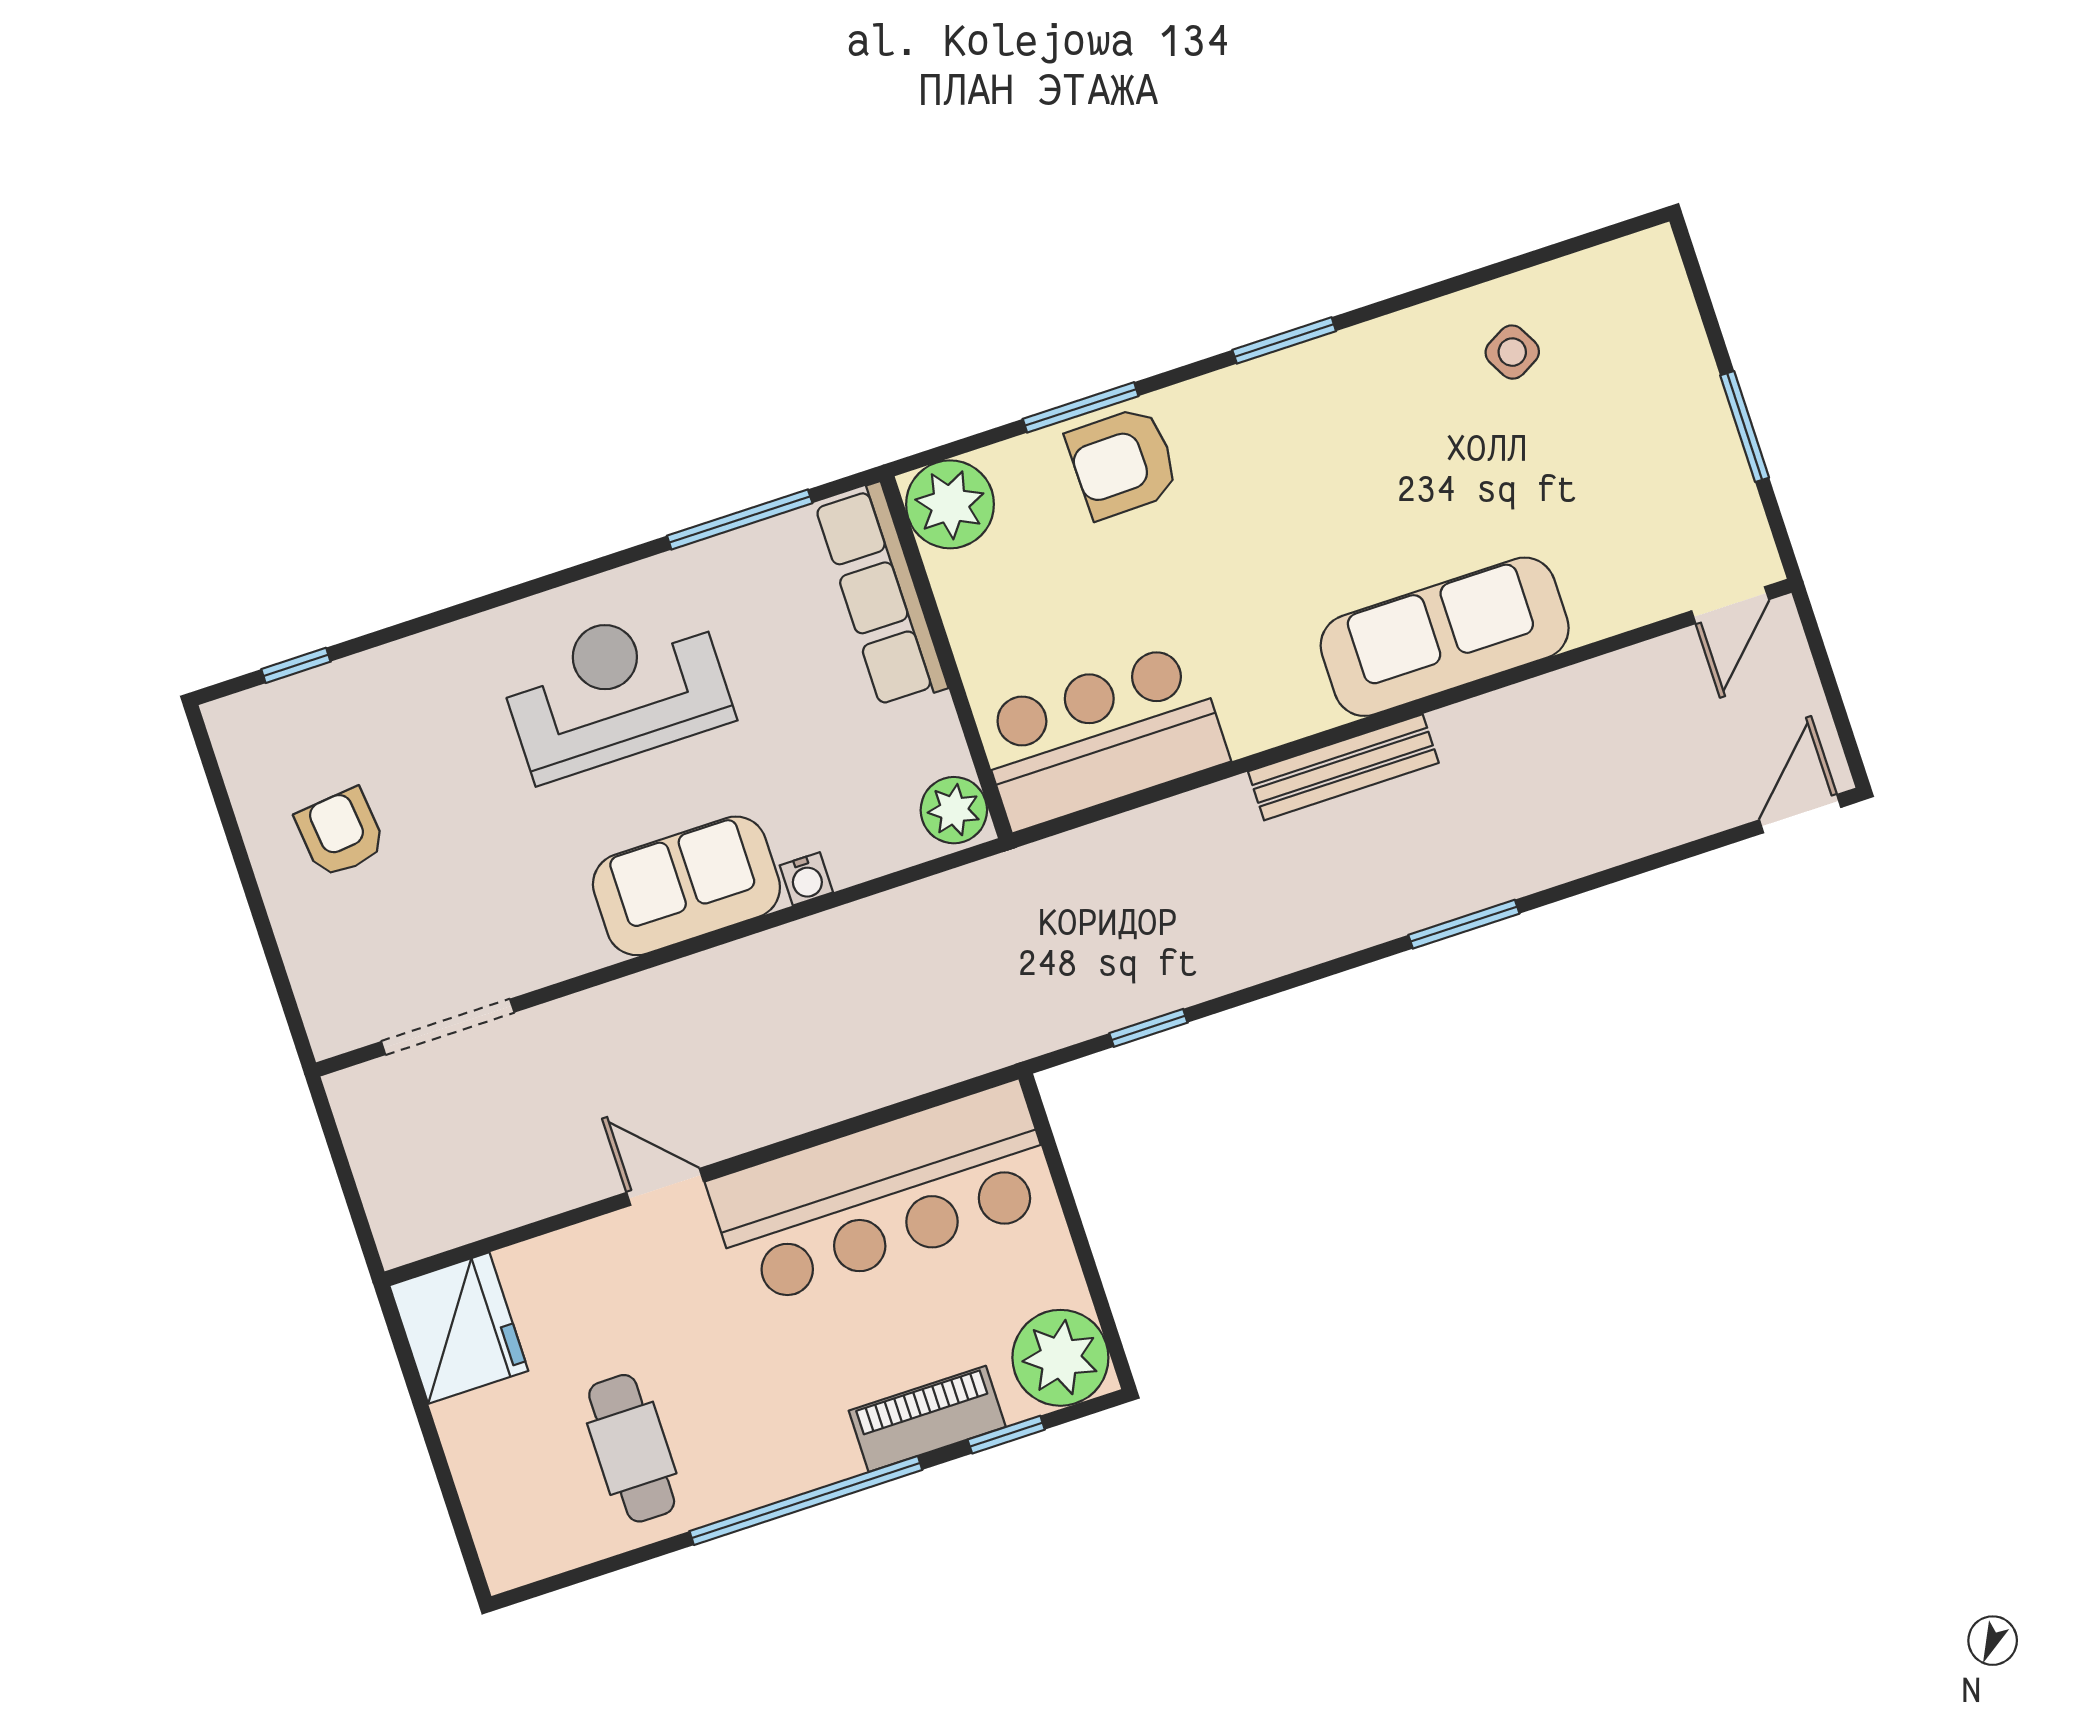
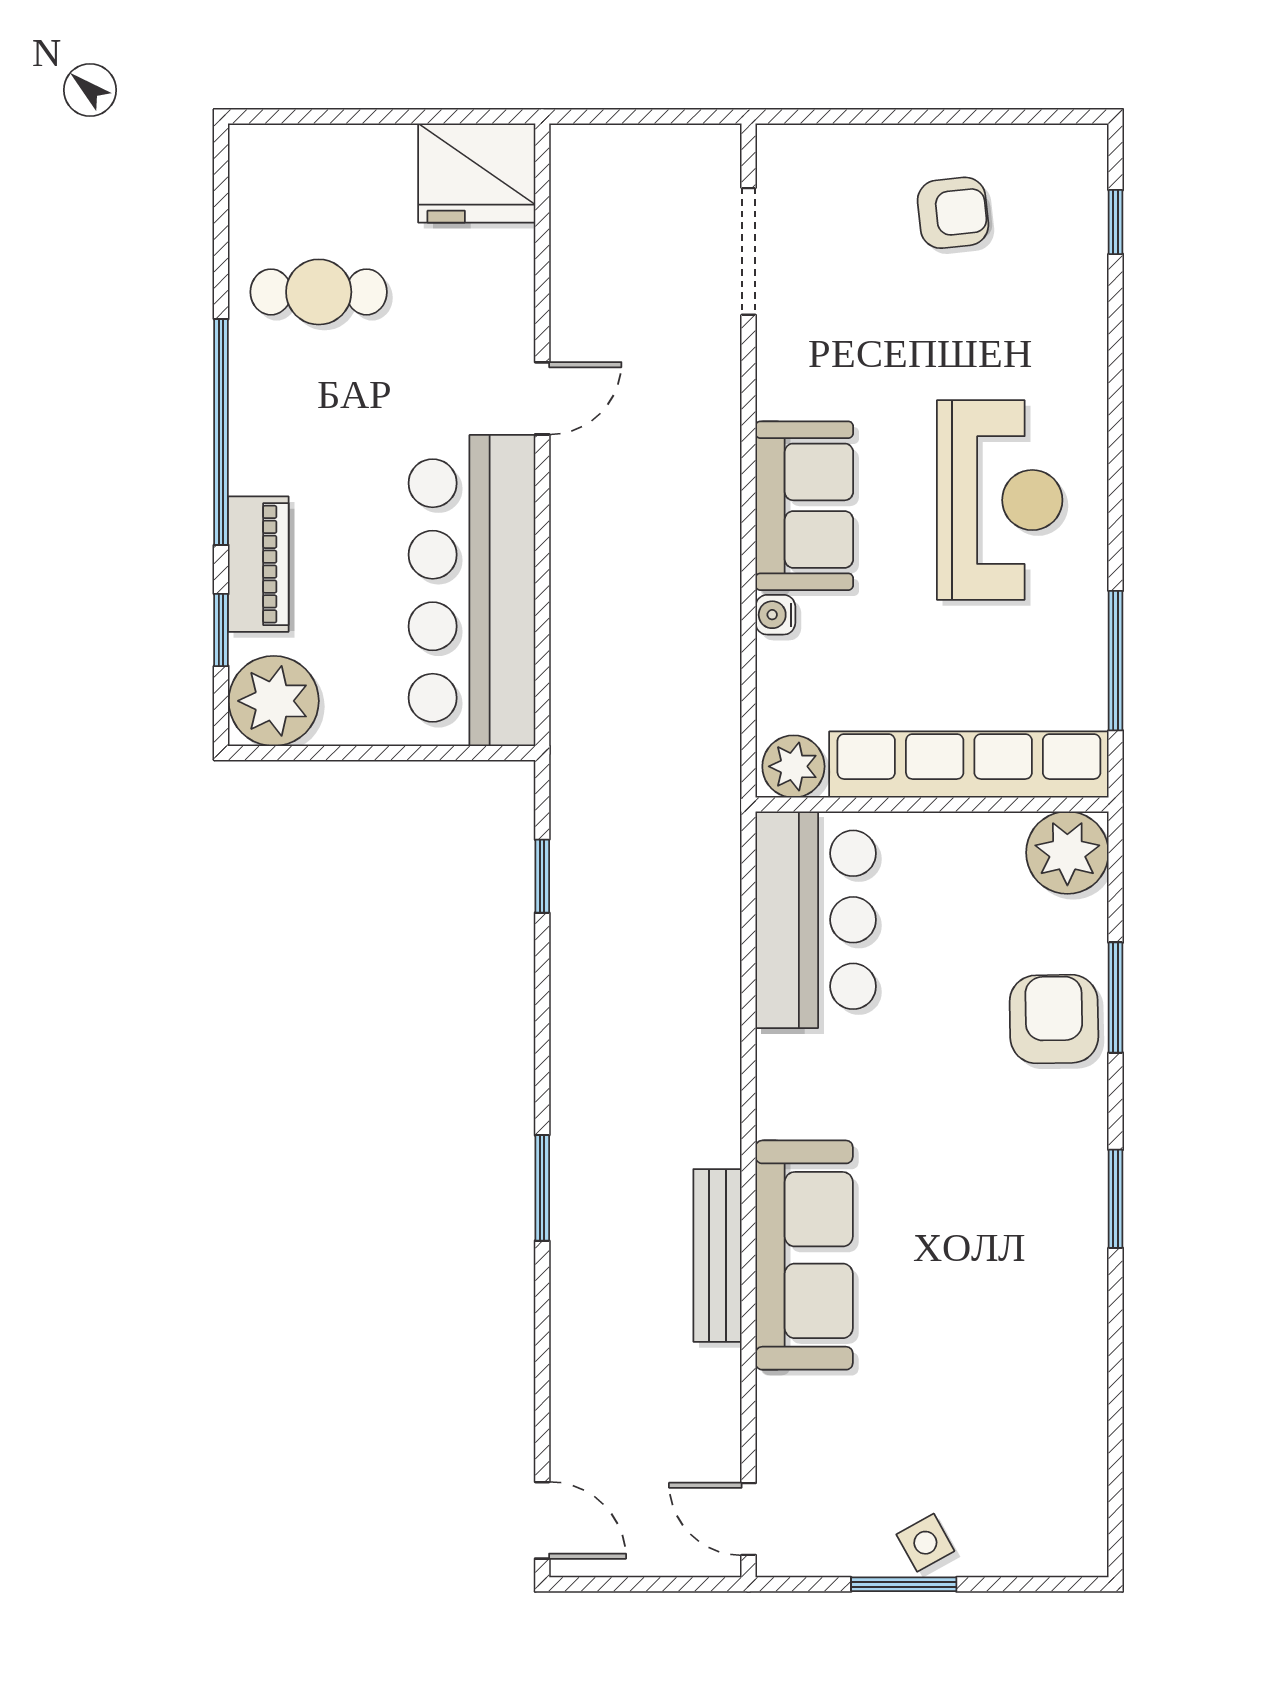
side table: (1512, 352) -> (925, 1543), moved
row of seats: (881, 595) -> (969, 764), width x1.36
bench: (1343, 767) -> (718, 1255), moved

